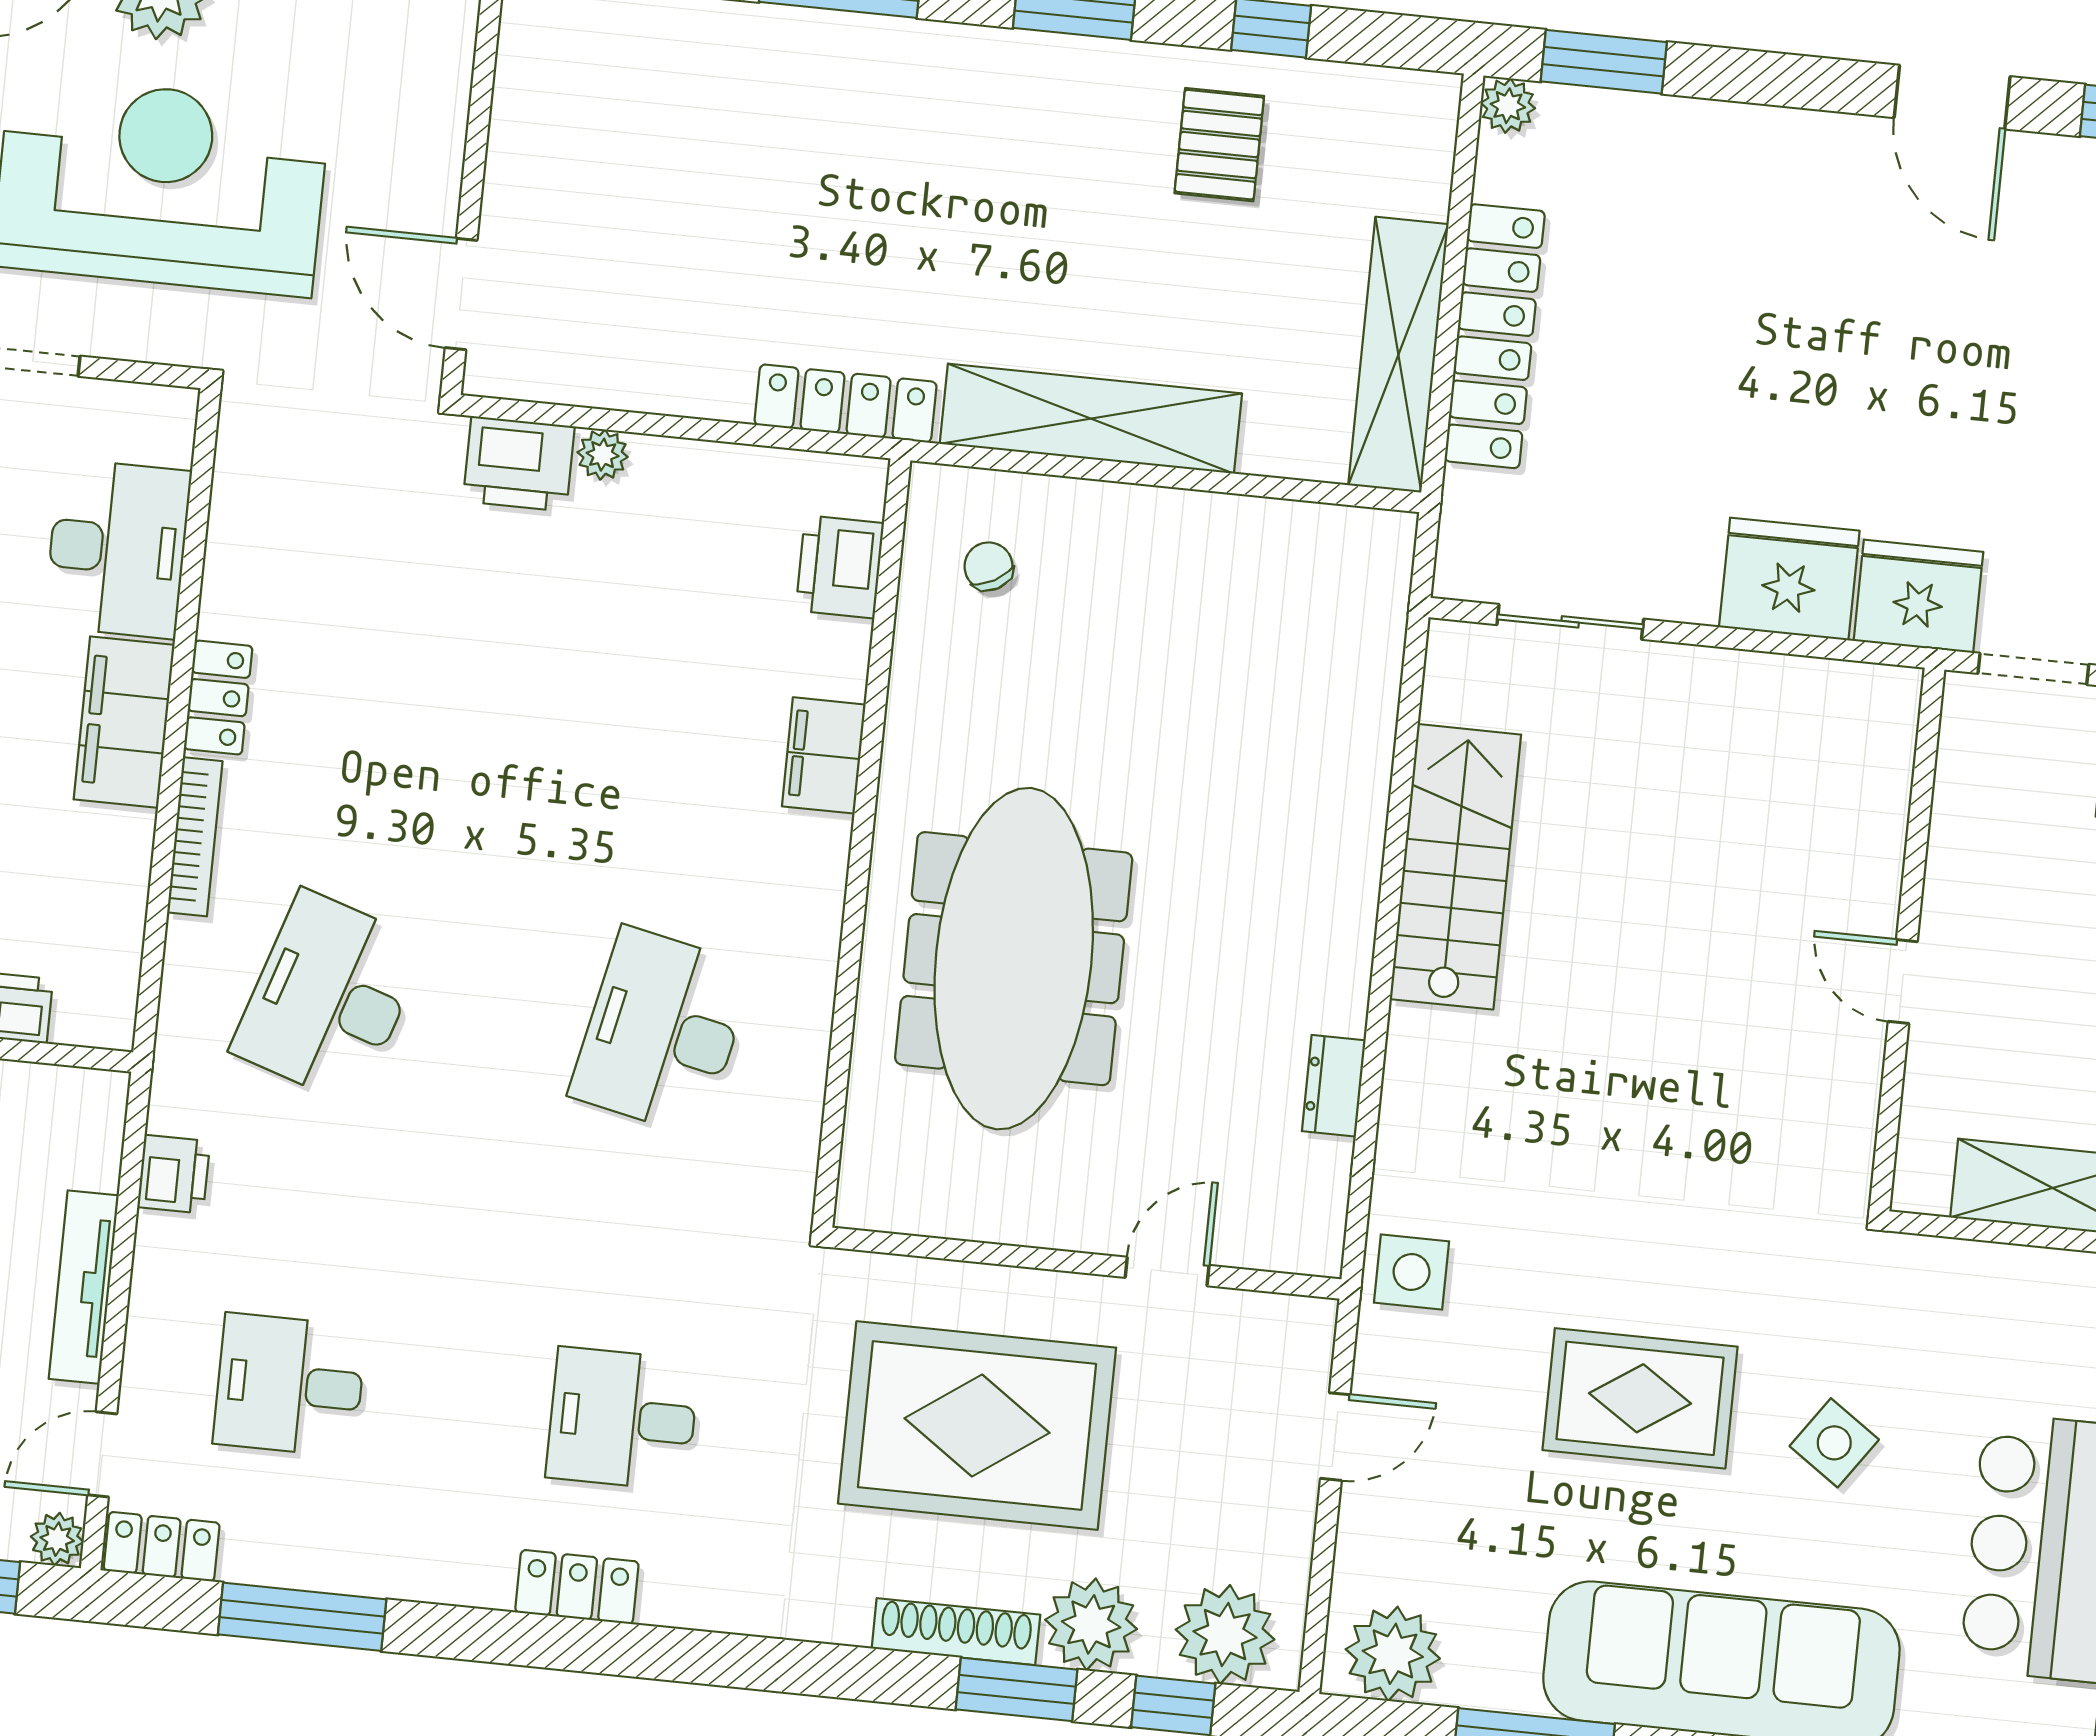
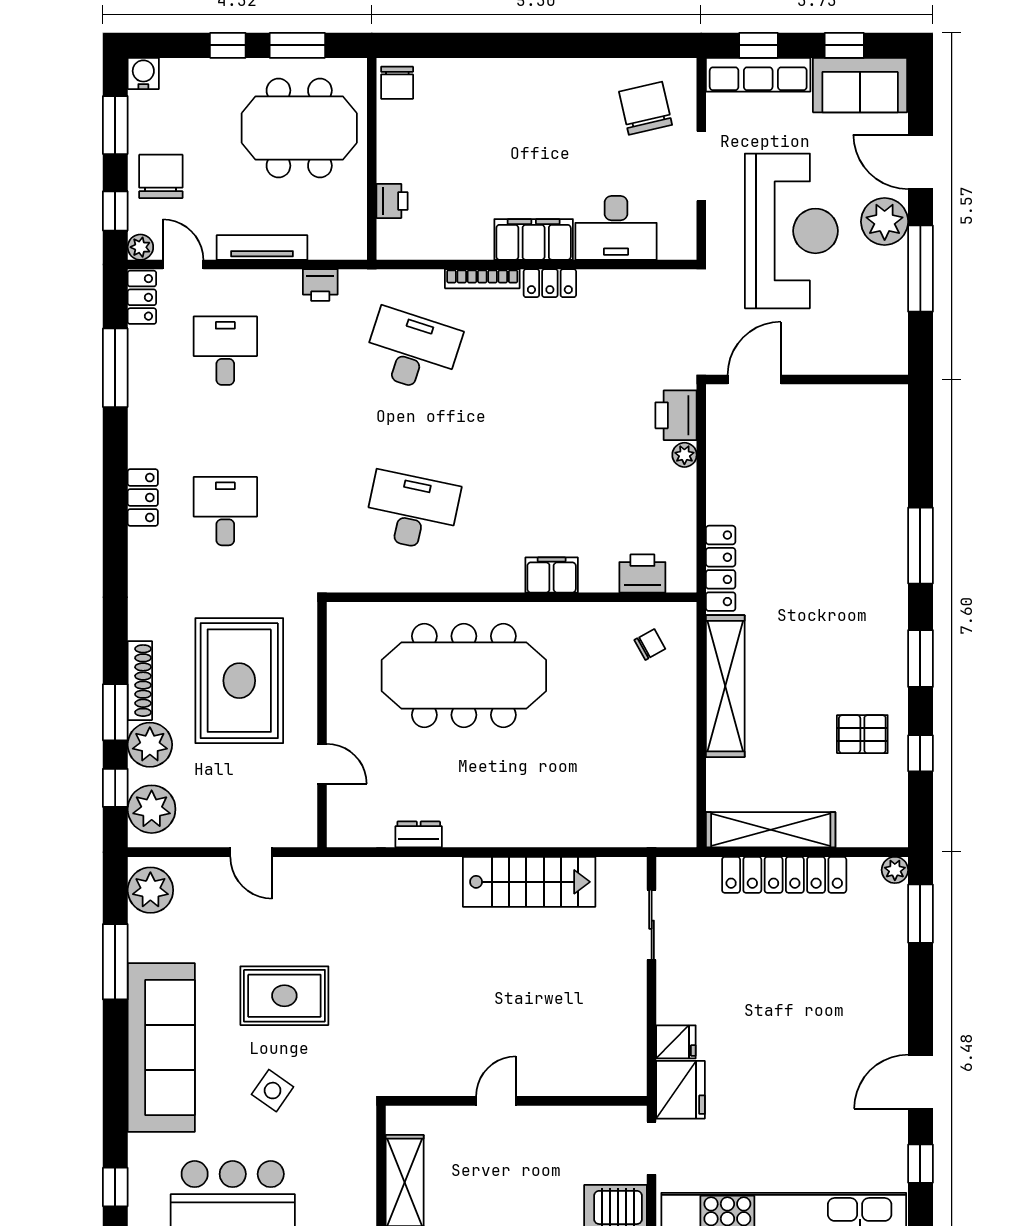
fridge: (1789, 579) -> (676, 1042), width x0.53, depth x0.75
side table: (1411, 1272) -> (334, 881), removed
rug: (1640, 1398) -> (284, 996), turned 90

